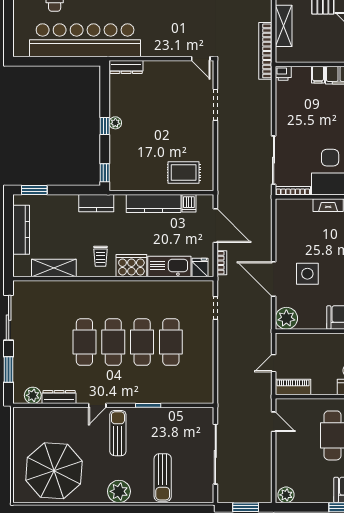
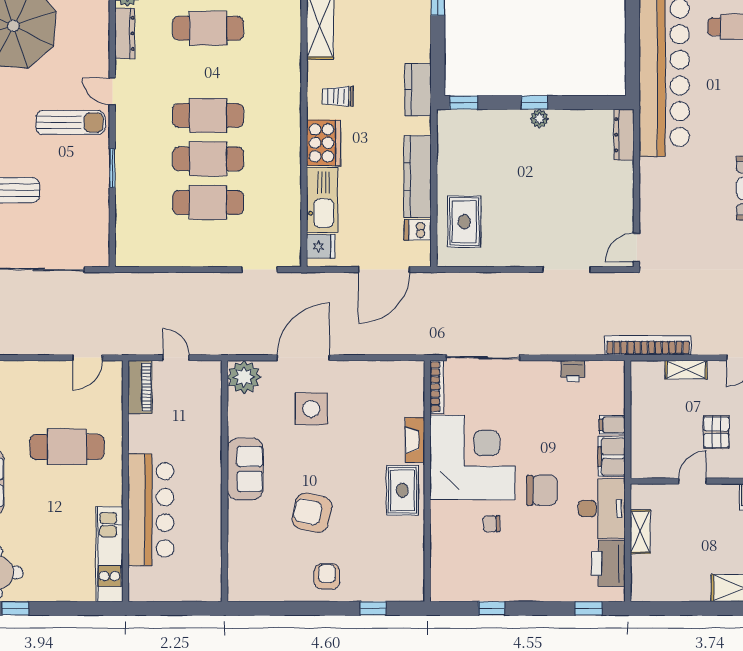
shelving: (284, 26) -> (686, 370), width x0.67, depth x0.75
printer: (283, 73) -> (573, 371), moved, turned -90
bookcase: (222, 263) -> (328, 280), removed
cafe table: (84, 342) -> (208, 28), moved

